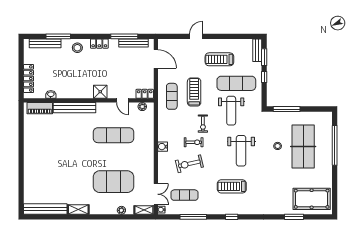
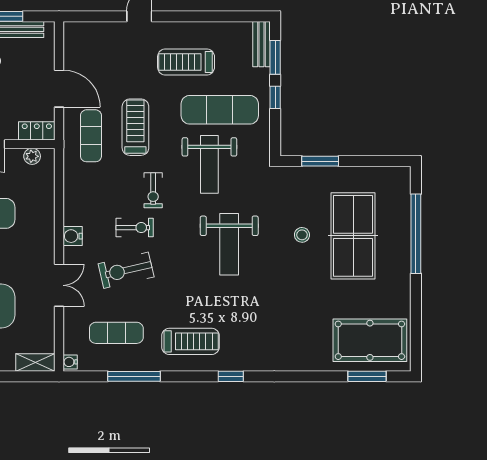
door: (156, 59) -> (59, 89), moved
window: (287, 109) -> (320, 161), width x0.69
treadmill: (232, 186) -> (191, 341), moved, turned 180
double door: (156, 194) -> (59, 285), moved
window: (232, 217) -> (231, 376), moved
window: (294, 217) -> (367, 376), moved

